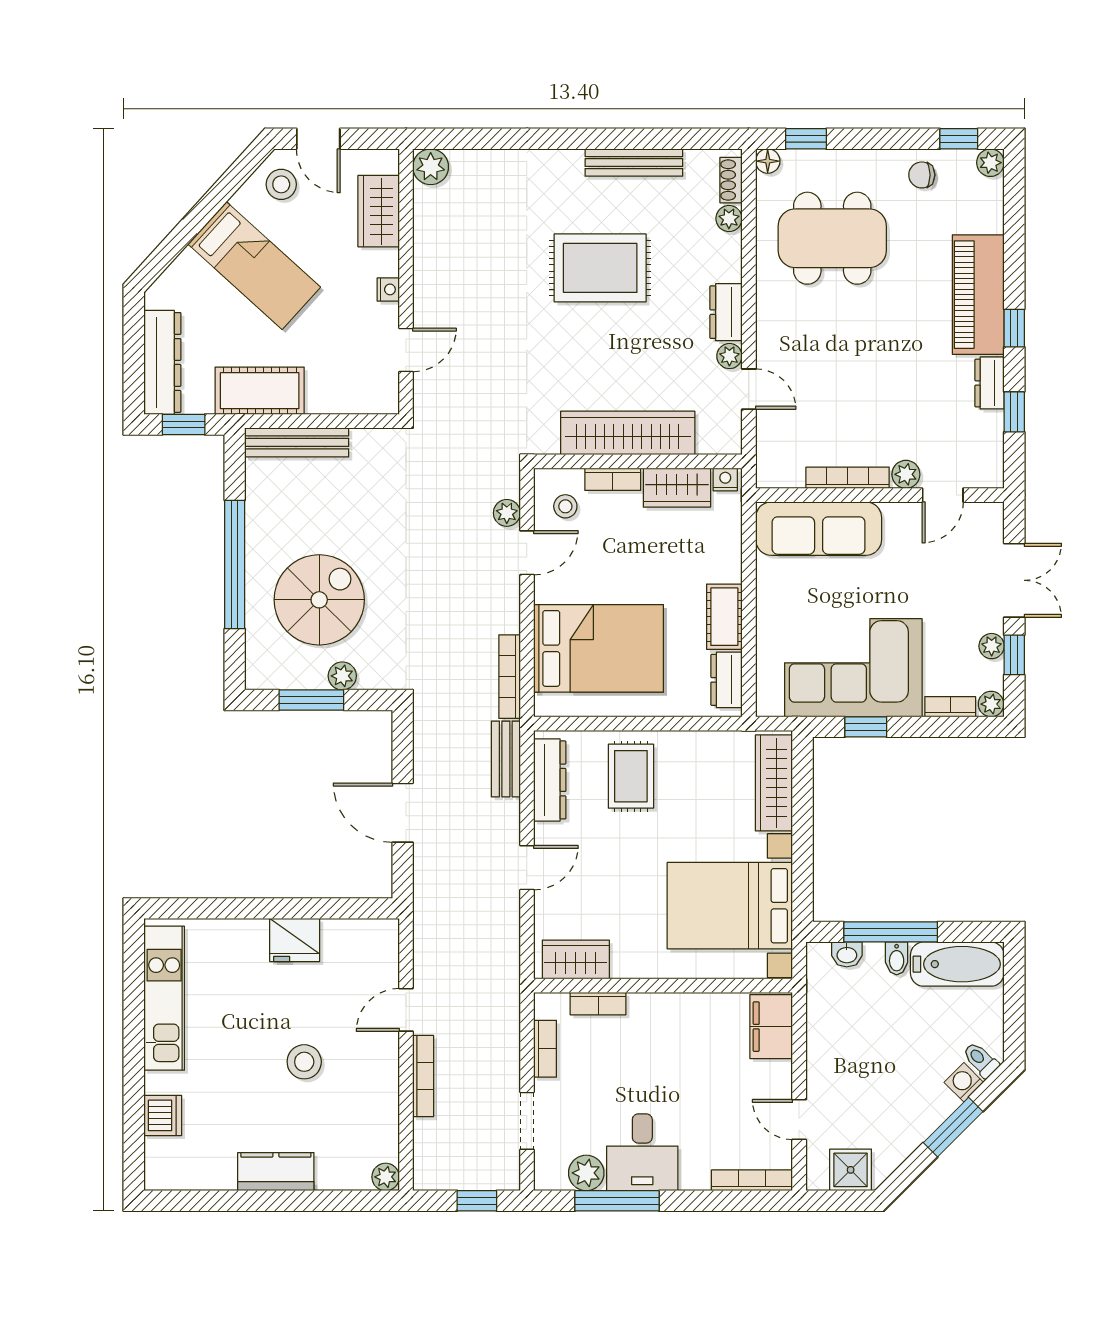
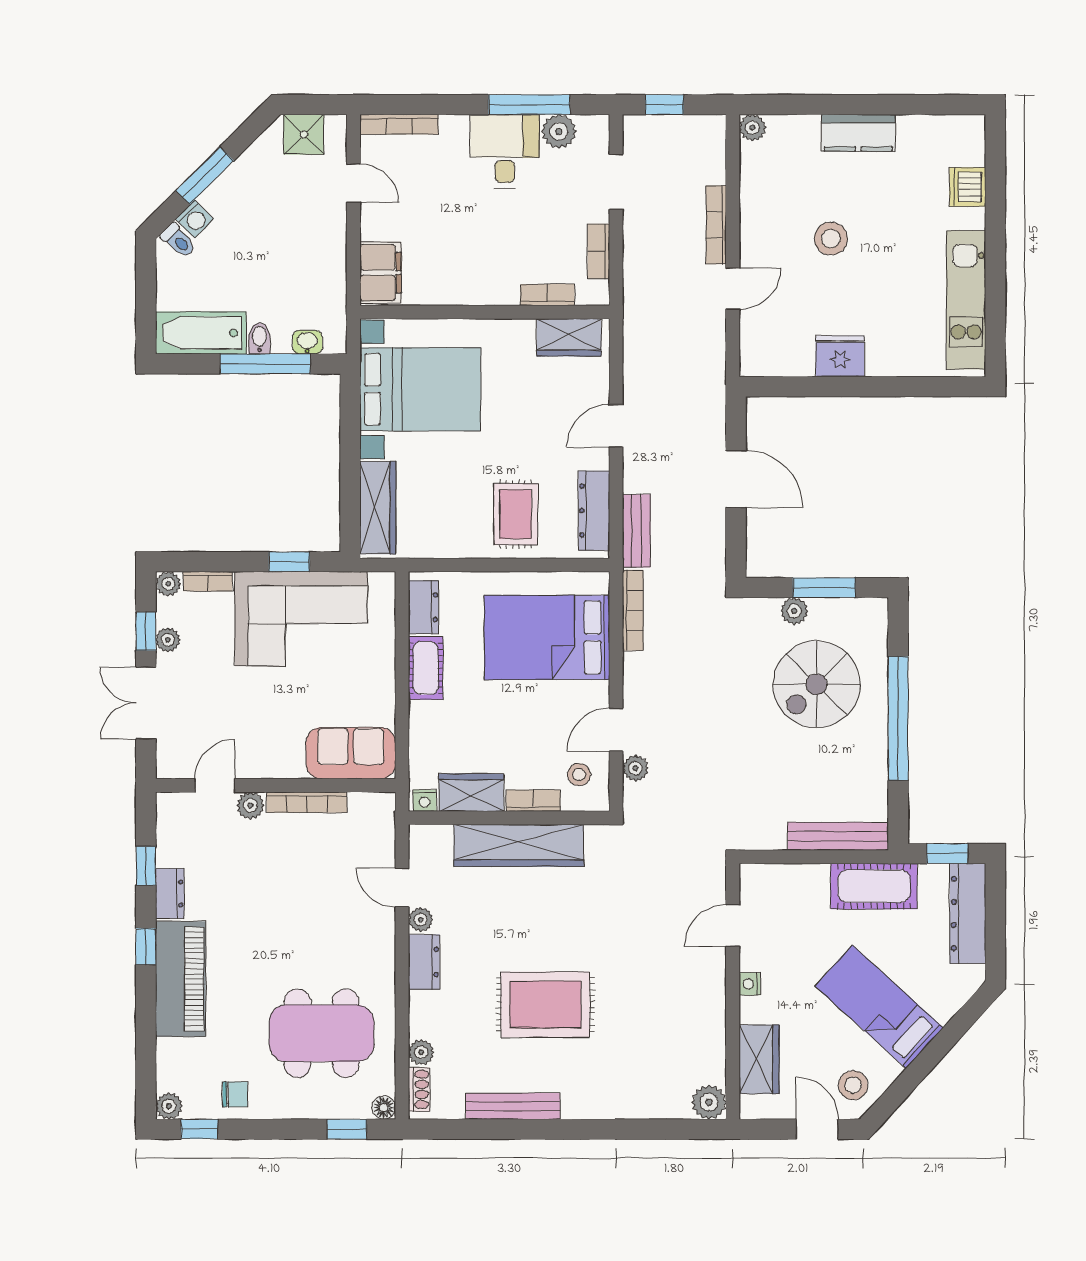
sofa: (819, 529) -> (351, 753), width x0.73

